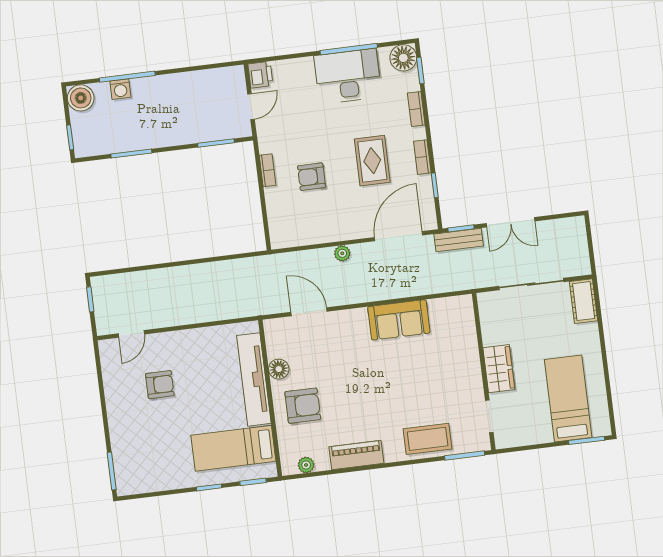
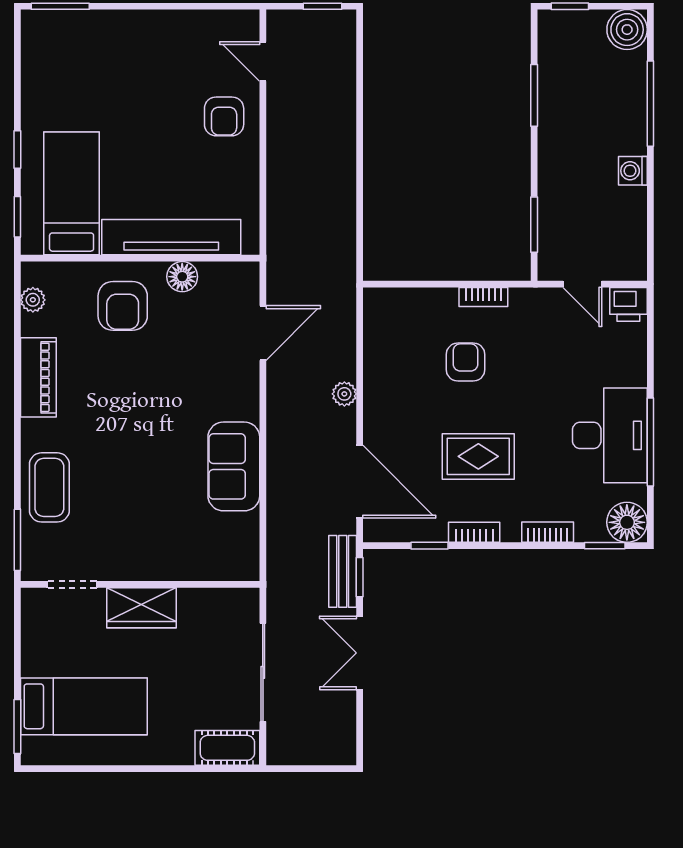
washing machine: (120, 89) -> (633, 171), moved
armchair: (160, 385) -> (224, 116), moved

